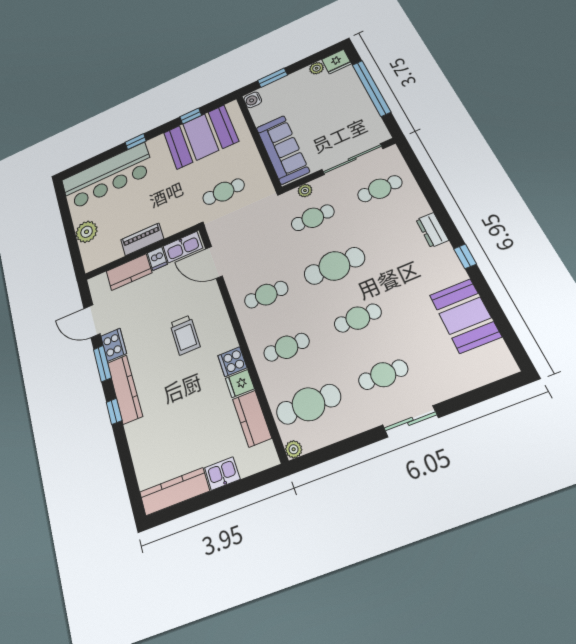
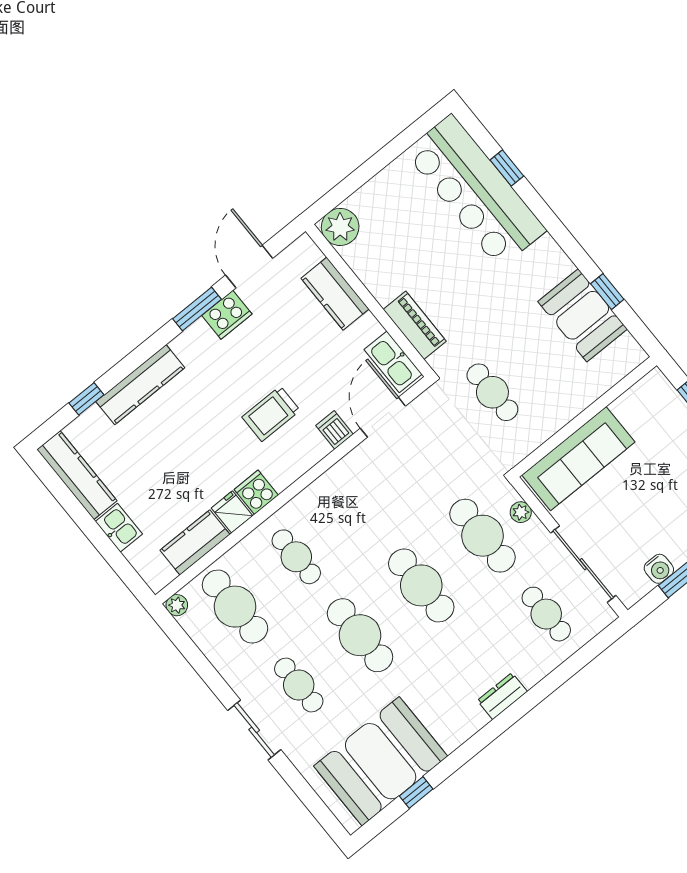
water cooler: (253, 100) -> (659, 569), moved, turned 180
booth: (201, 137) -> (583, 315), width x0.73, depth x0.70
window: (136, 142) -> (507, 168), moved
cafe table: (313, 218) -> (483, 536), width x1.37, depth x1.35
plant: (87, 232) -> (340, 227), moved
piano: (142, 239) -> (415, 325), moved
window: (465, 256) -> (416, 792), moved
dishwasher: (157, 259) -> (334, 430), moved, turned 90
cafe table: (266, 295) -> (358, 507), removed
booth: (465, 316) -> (381, 761), width x1.36, depth x1.42
cafe table: (358, 318) -> (360, 635), width x1.37, depth x1.35
kitchen counter: (125, 389) -> (140, 385), moved
window: (114, 411) -> (86, 399), moved

